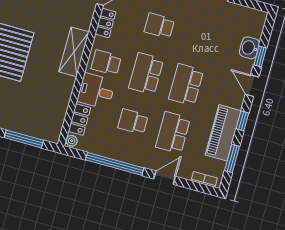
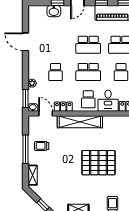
shelving: (74, 52) -> (80, 122), width x1.47

